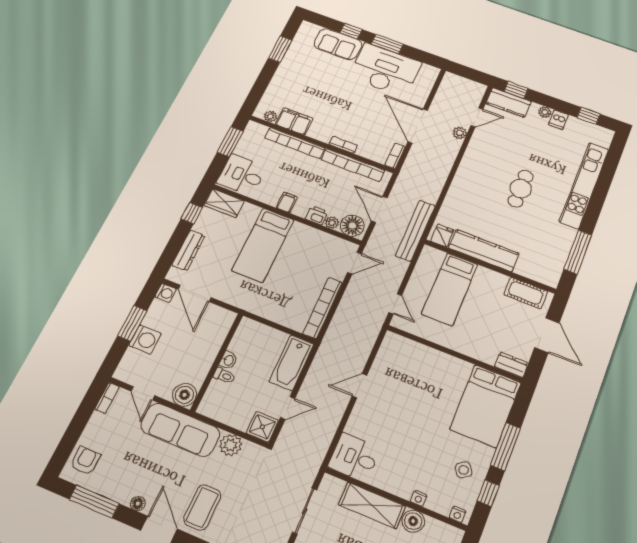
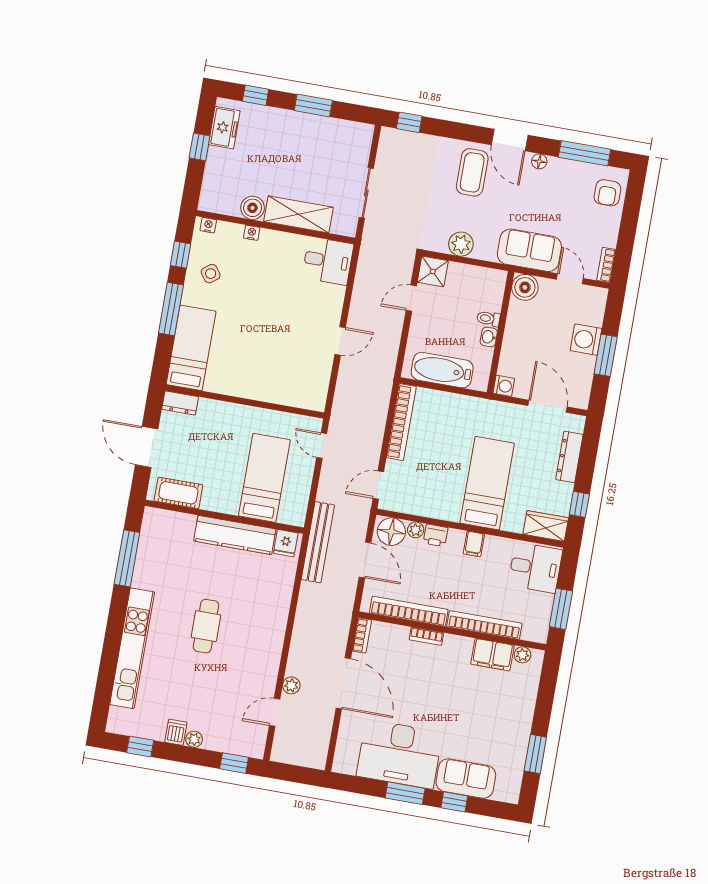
kitchen counter: (509, 103) -> (240, 743), removed
washing machine: (166, 293) -> (504, 386), moved, turned 180
bathtub: (291, 363) -> (442, 370), moved, turned -90
bed: (486, 406) -> (191, 348), width x0.67
sofa: (180, 430) -> (529, 250), width x0.73

